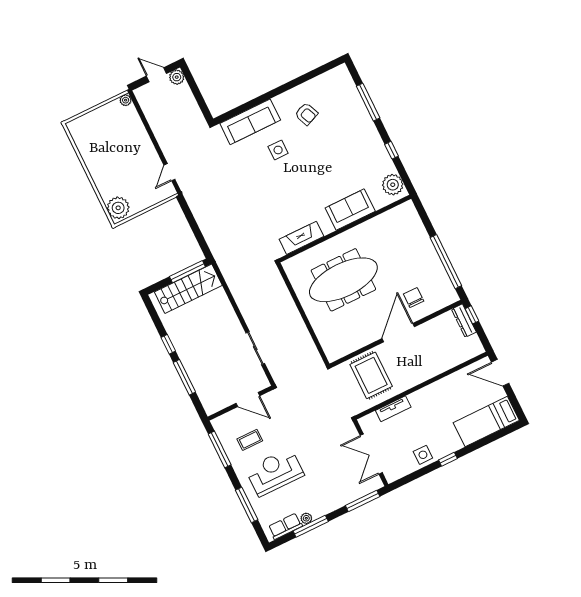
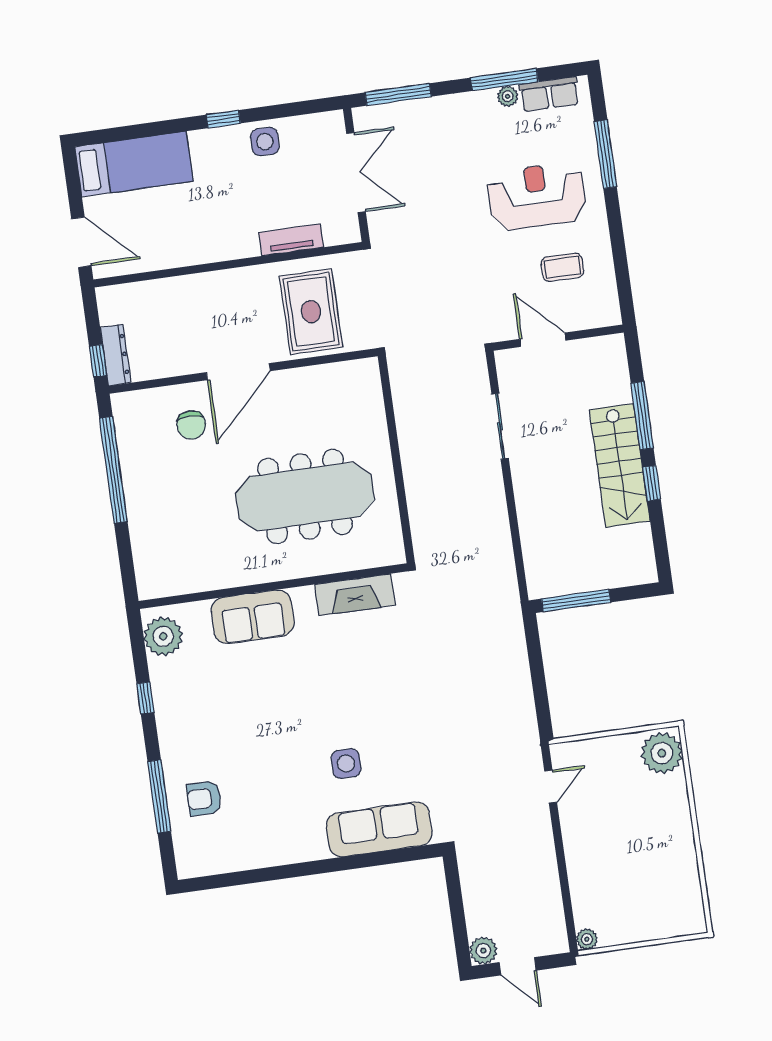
armchair: (306, 114) -> (204, 798), moved, turned -67
stairs: (188, 289) -> (620, 465), moved, turned -90
window: (220, 449) -> (621, 268), removed
reception desk: (275, 472) -> (537, 196), turned 180

